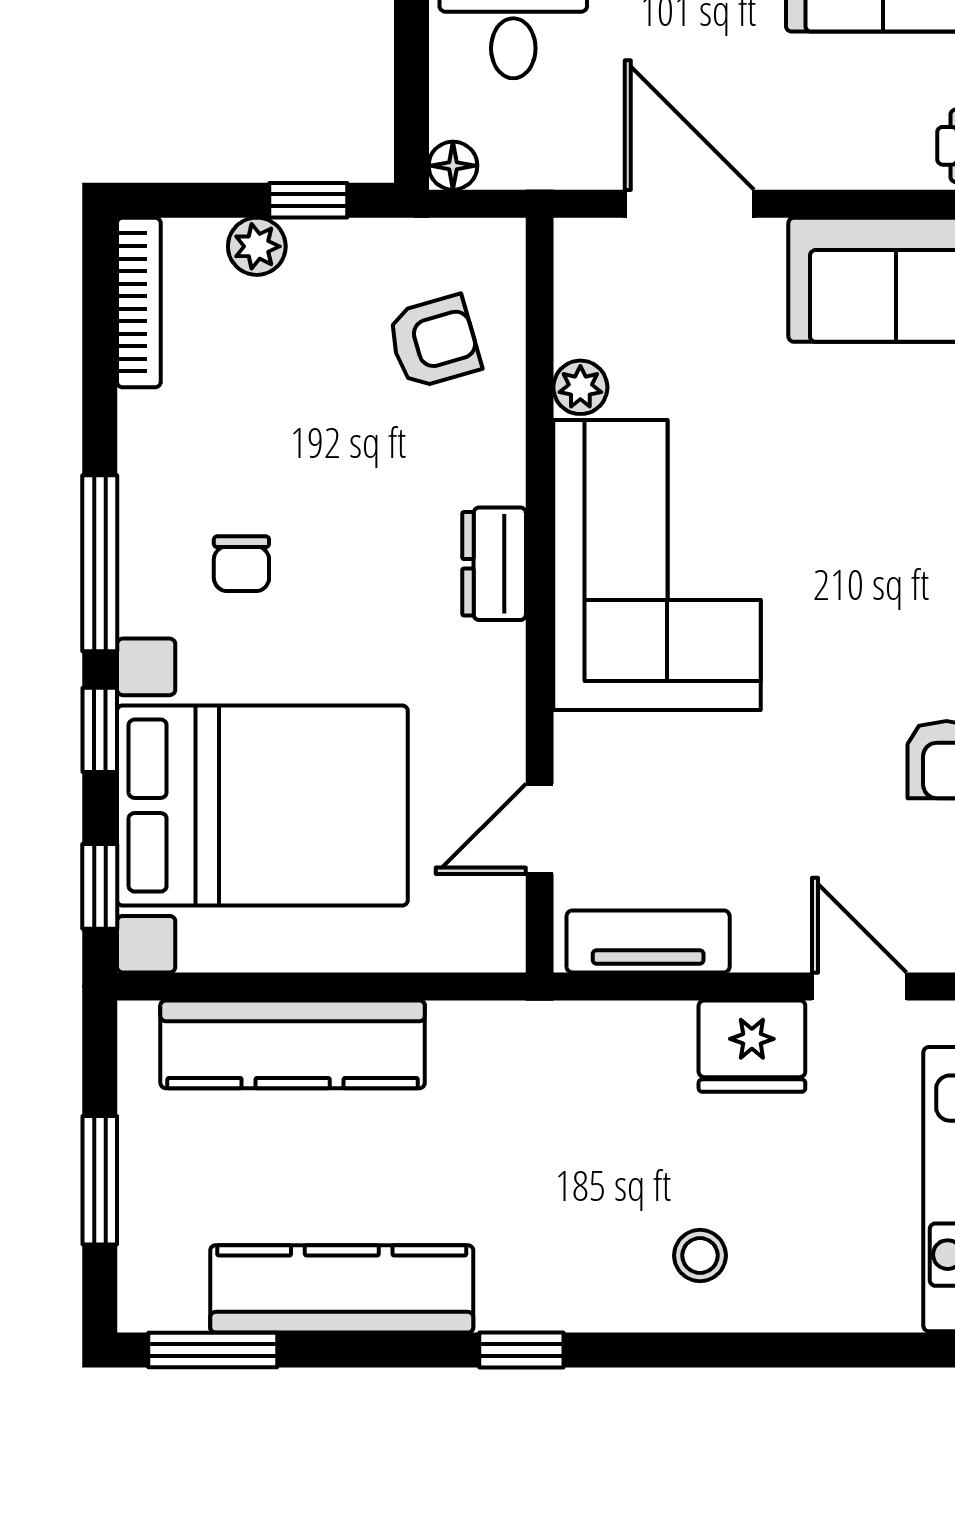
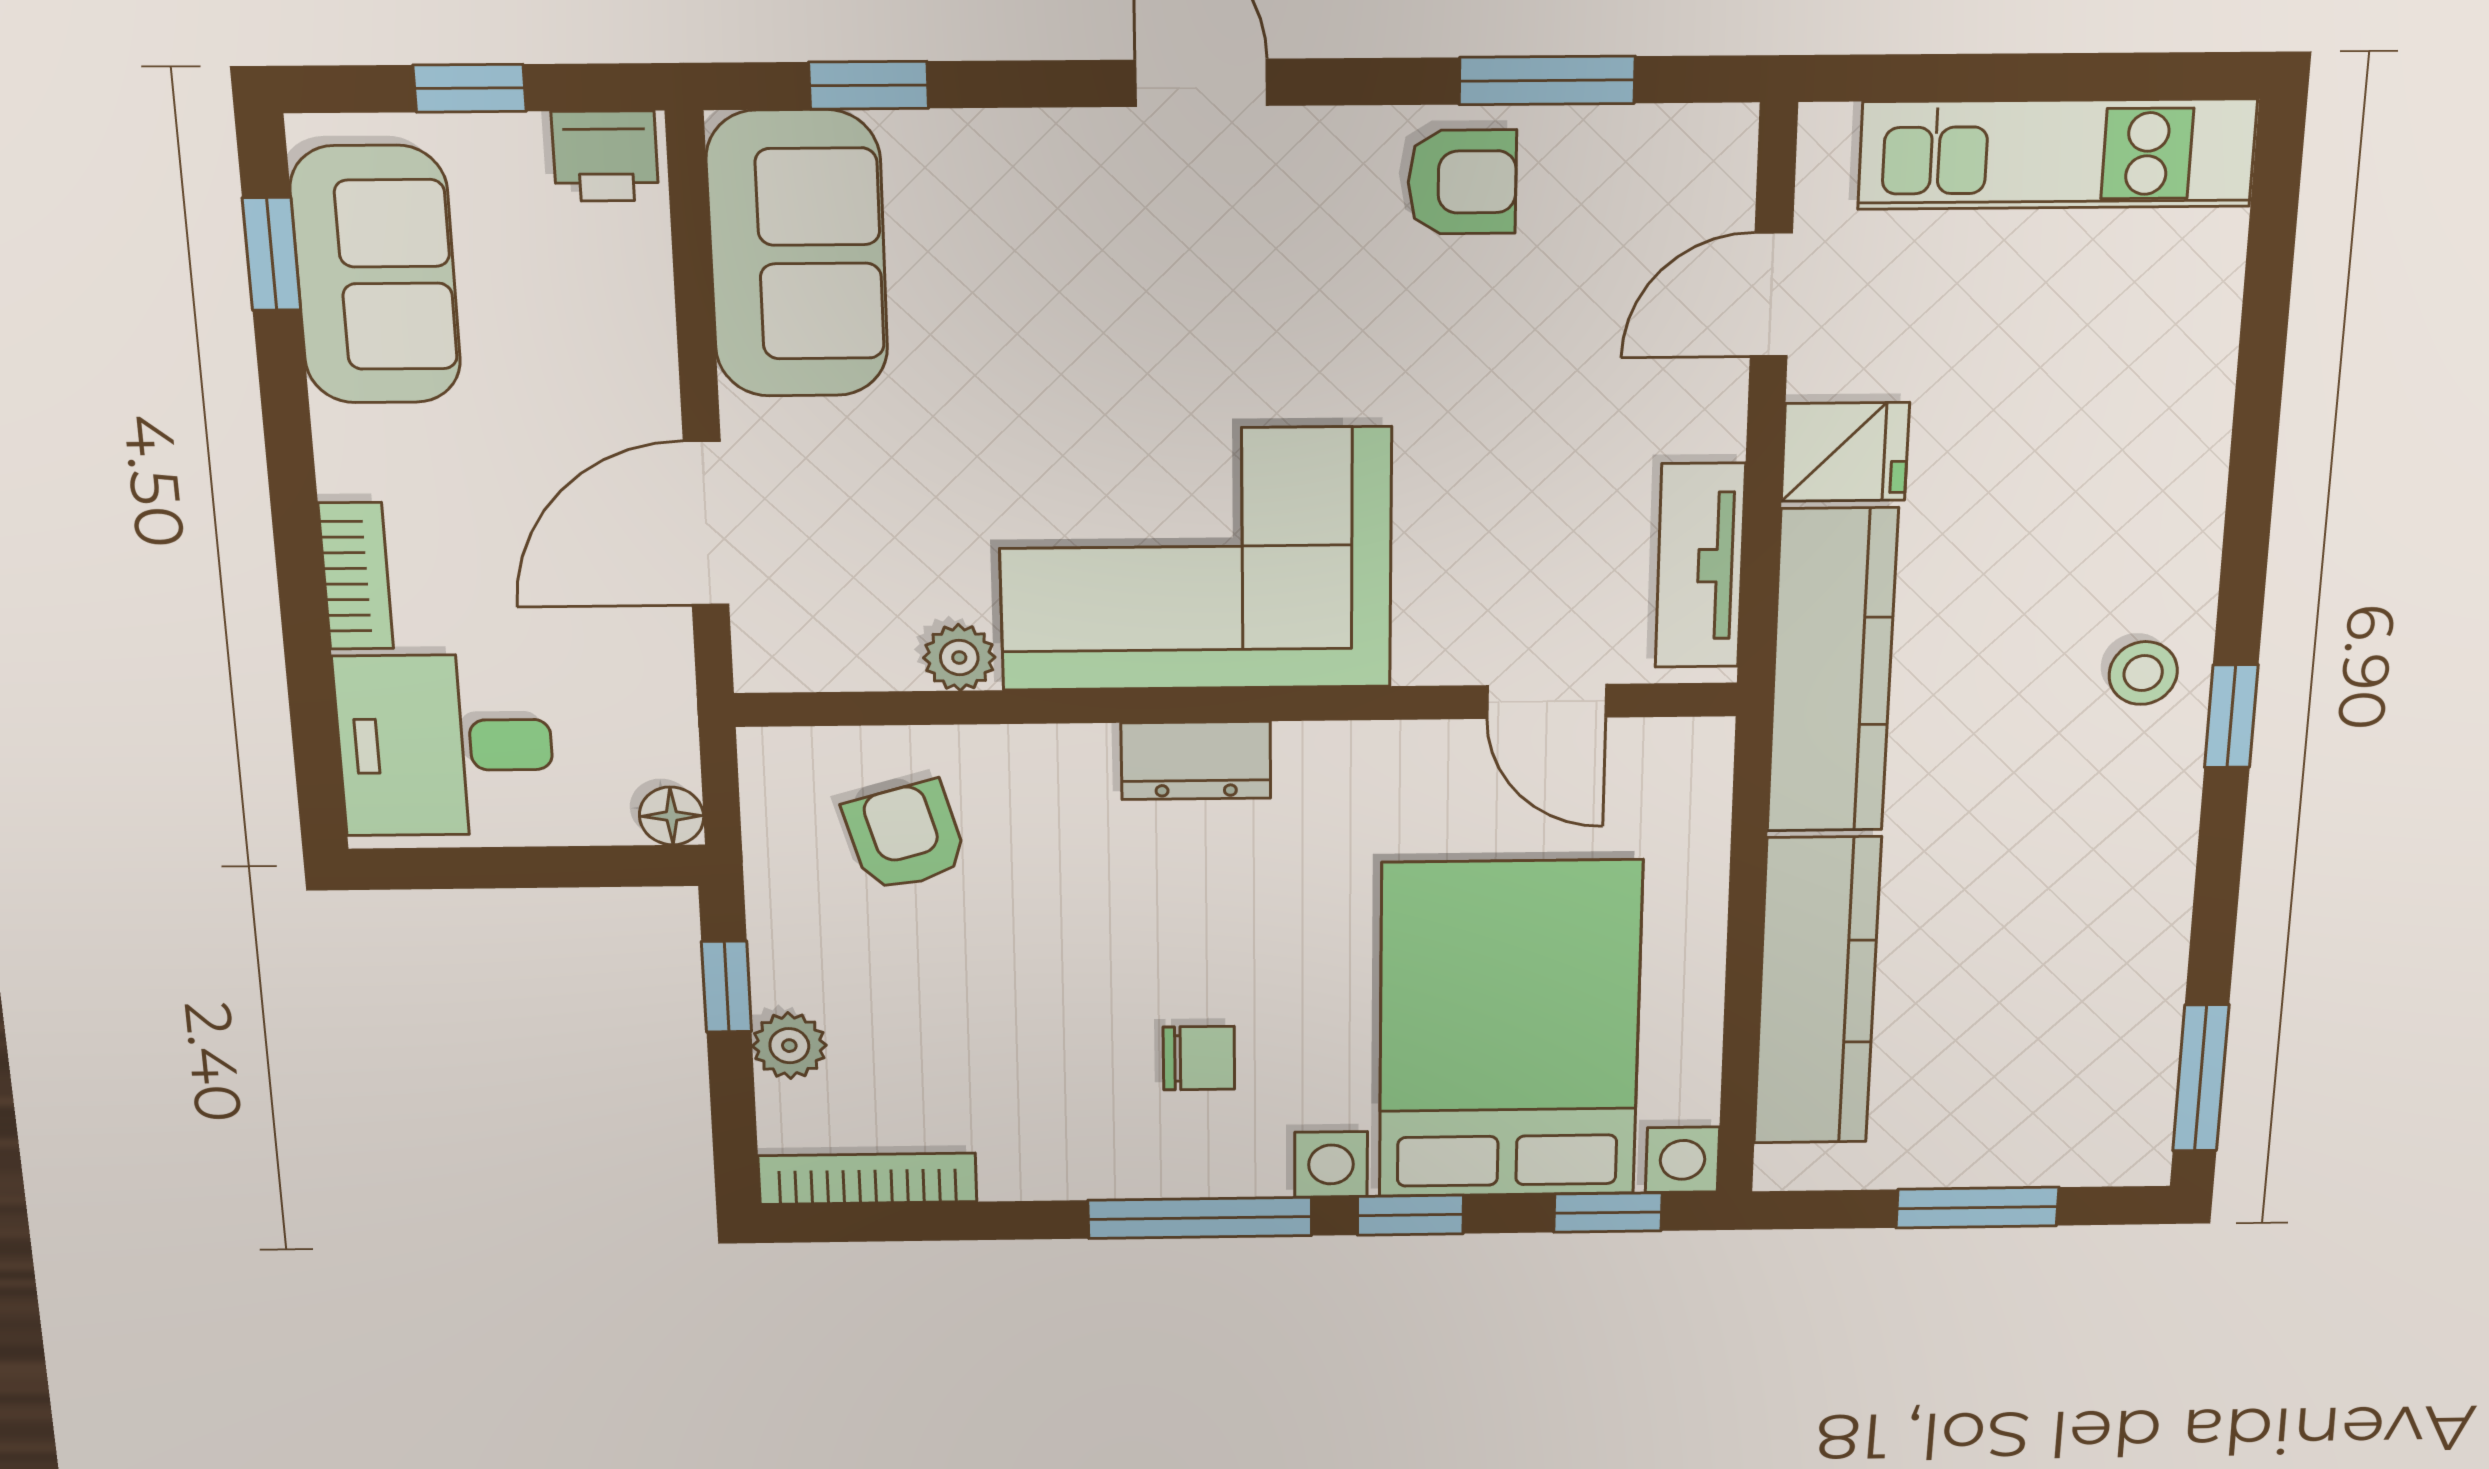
fridge: (752, 1046) -> (1845, 452), width x0.72
stool: (700, 1255) -> (2143, 673), moved
kitchen counter: (342, 1289) -> (1832, 671), moved, turned 180

